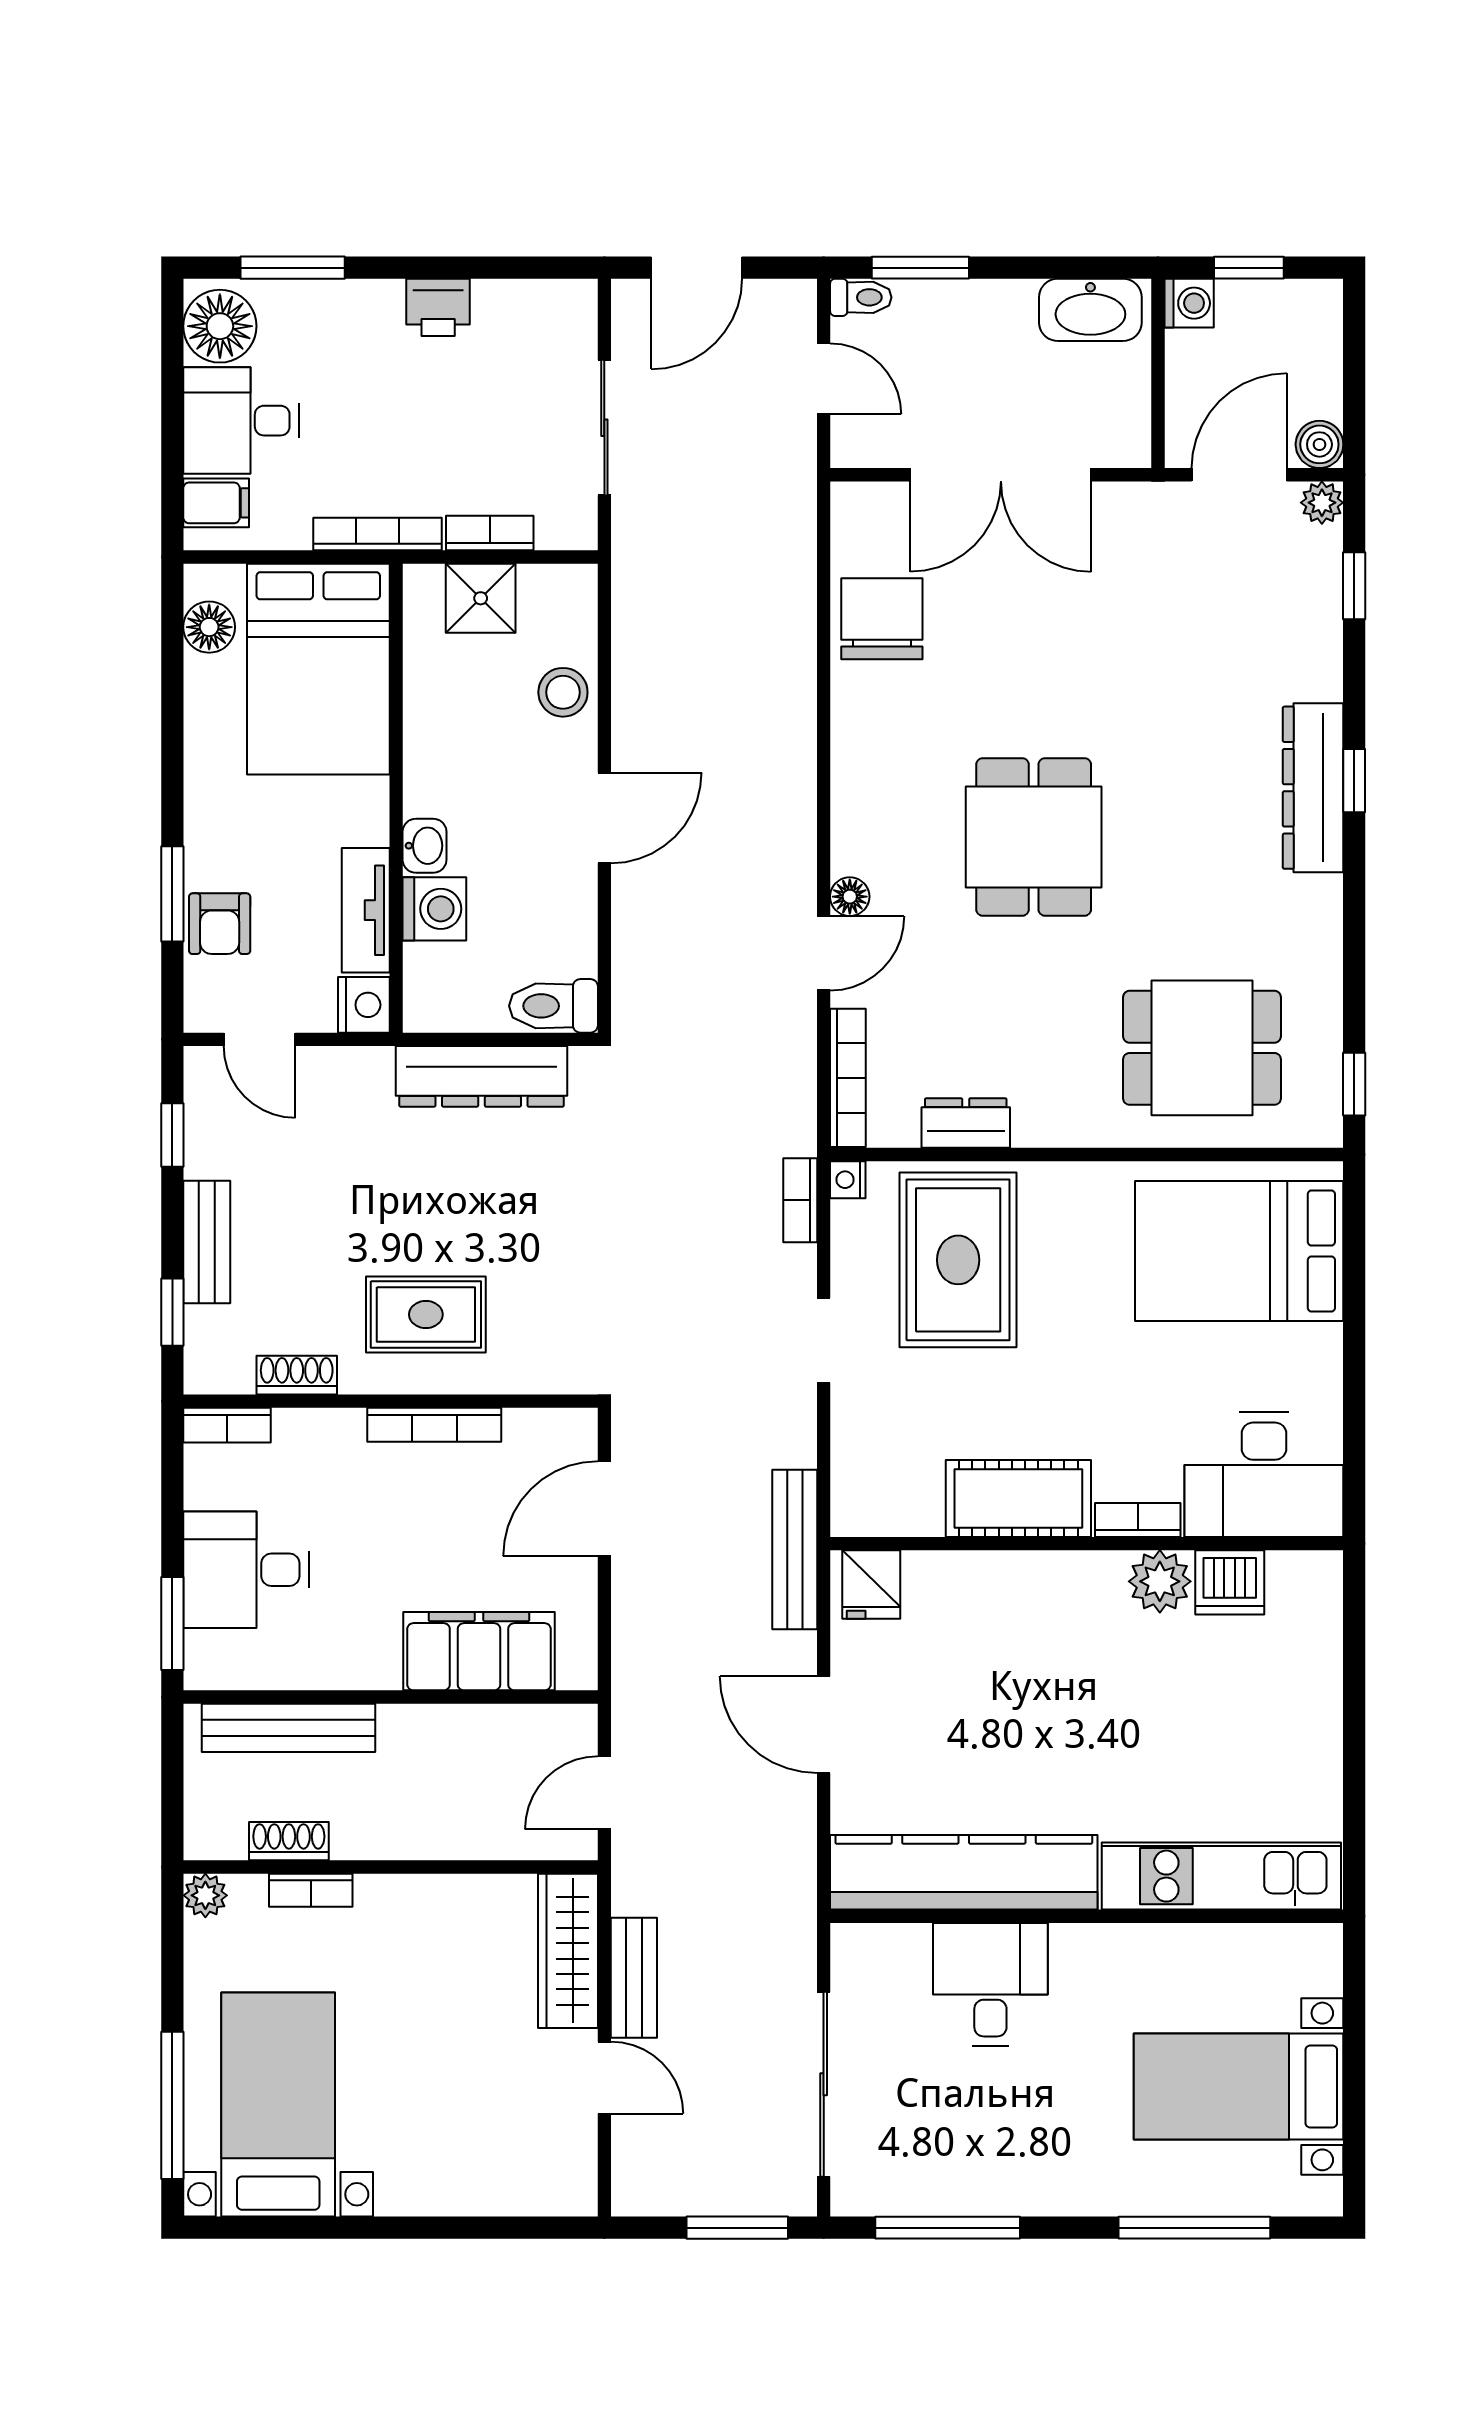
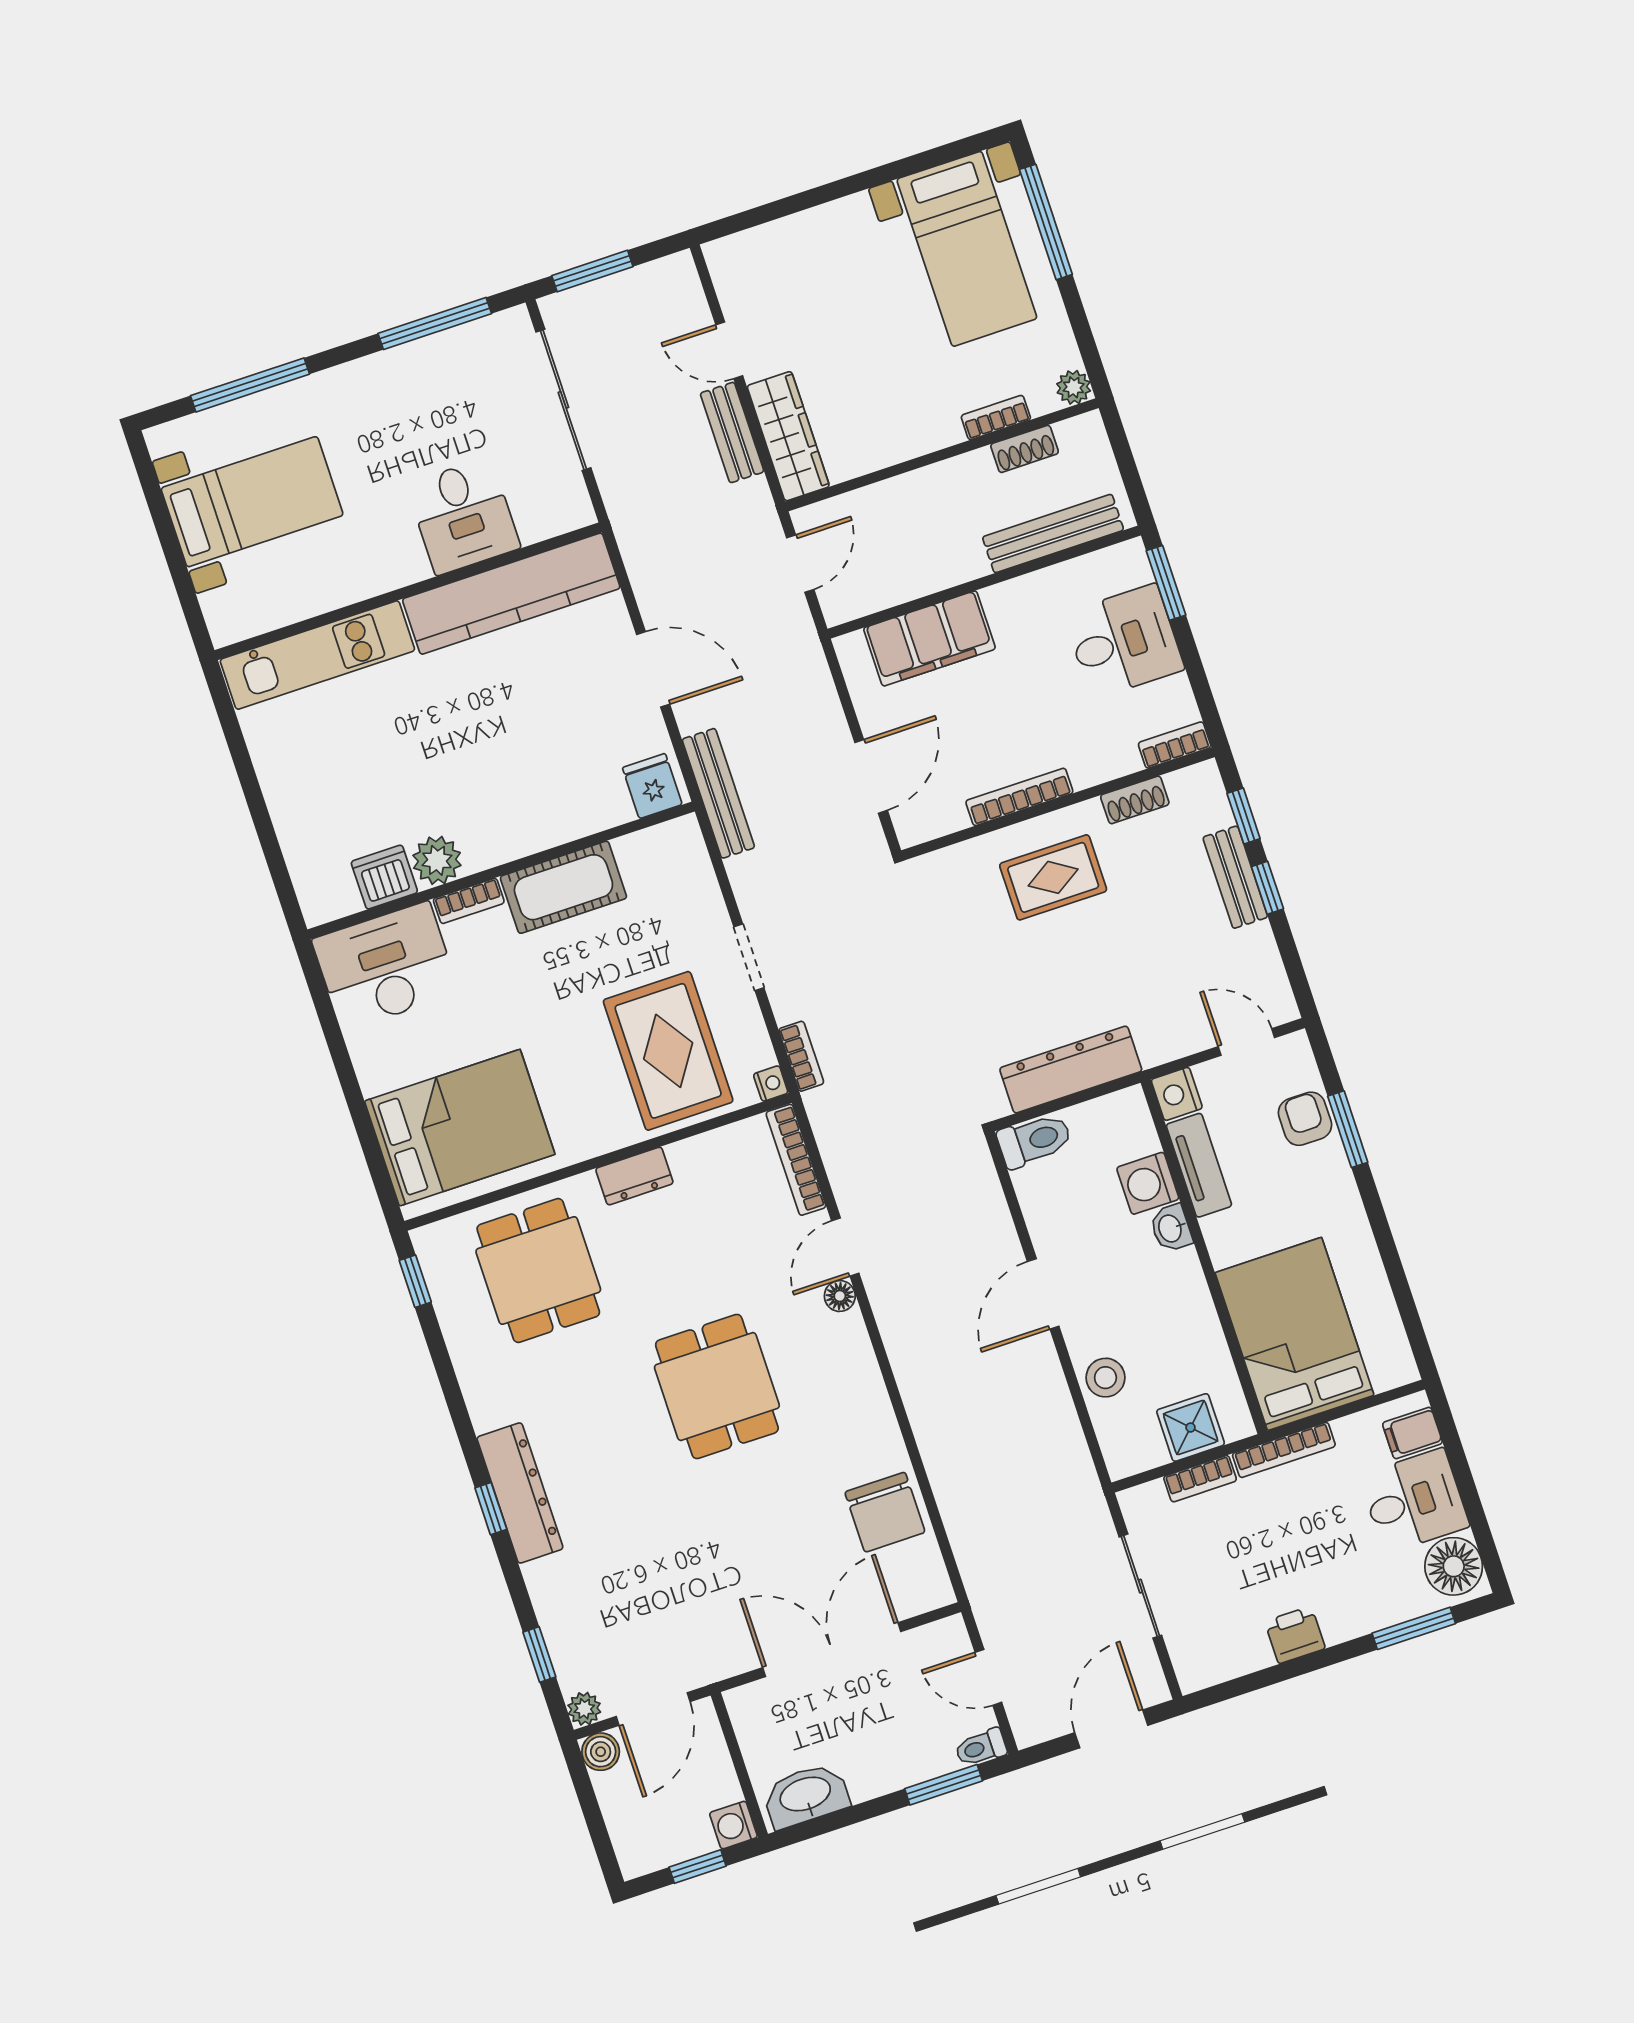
floor lamp: (209, 627) -> (1387, 1338), removed
dining table: (1202, 1048) -> (538, 1271), turned 90
dresser: (966, 1123) -> (634, 1176), moved
window: (172, 1135) -> (1267, 888), moved

